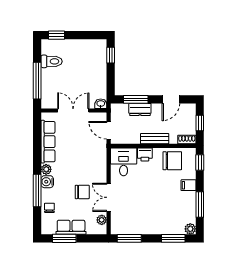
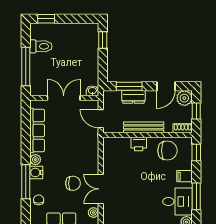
plant: (188, 111) -> (184, 98), added
bench: (155, 139) -> (144, 127), width x1.36
desk: (124, 162) -> (177, 201), moved, turned 90

